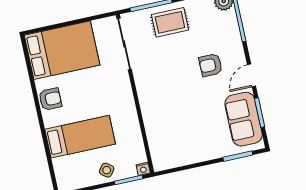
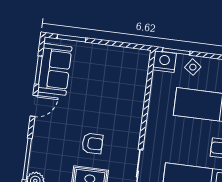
armchair: (211, 65) -> (92, 143), moved
nightstand: (143, 169) -> (164, 62), width x1.89, depth x1.79

